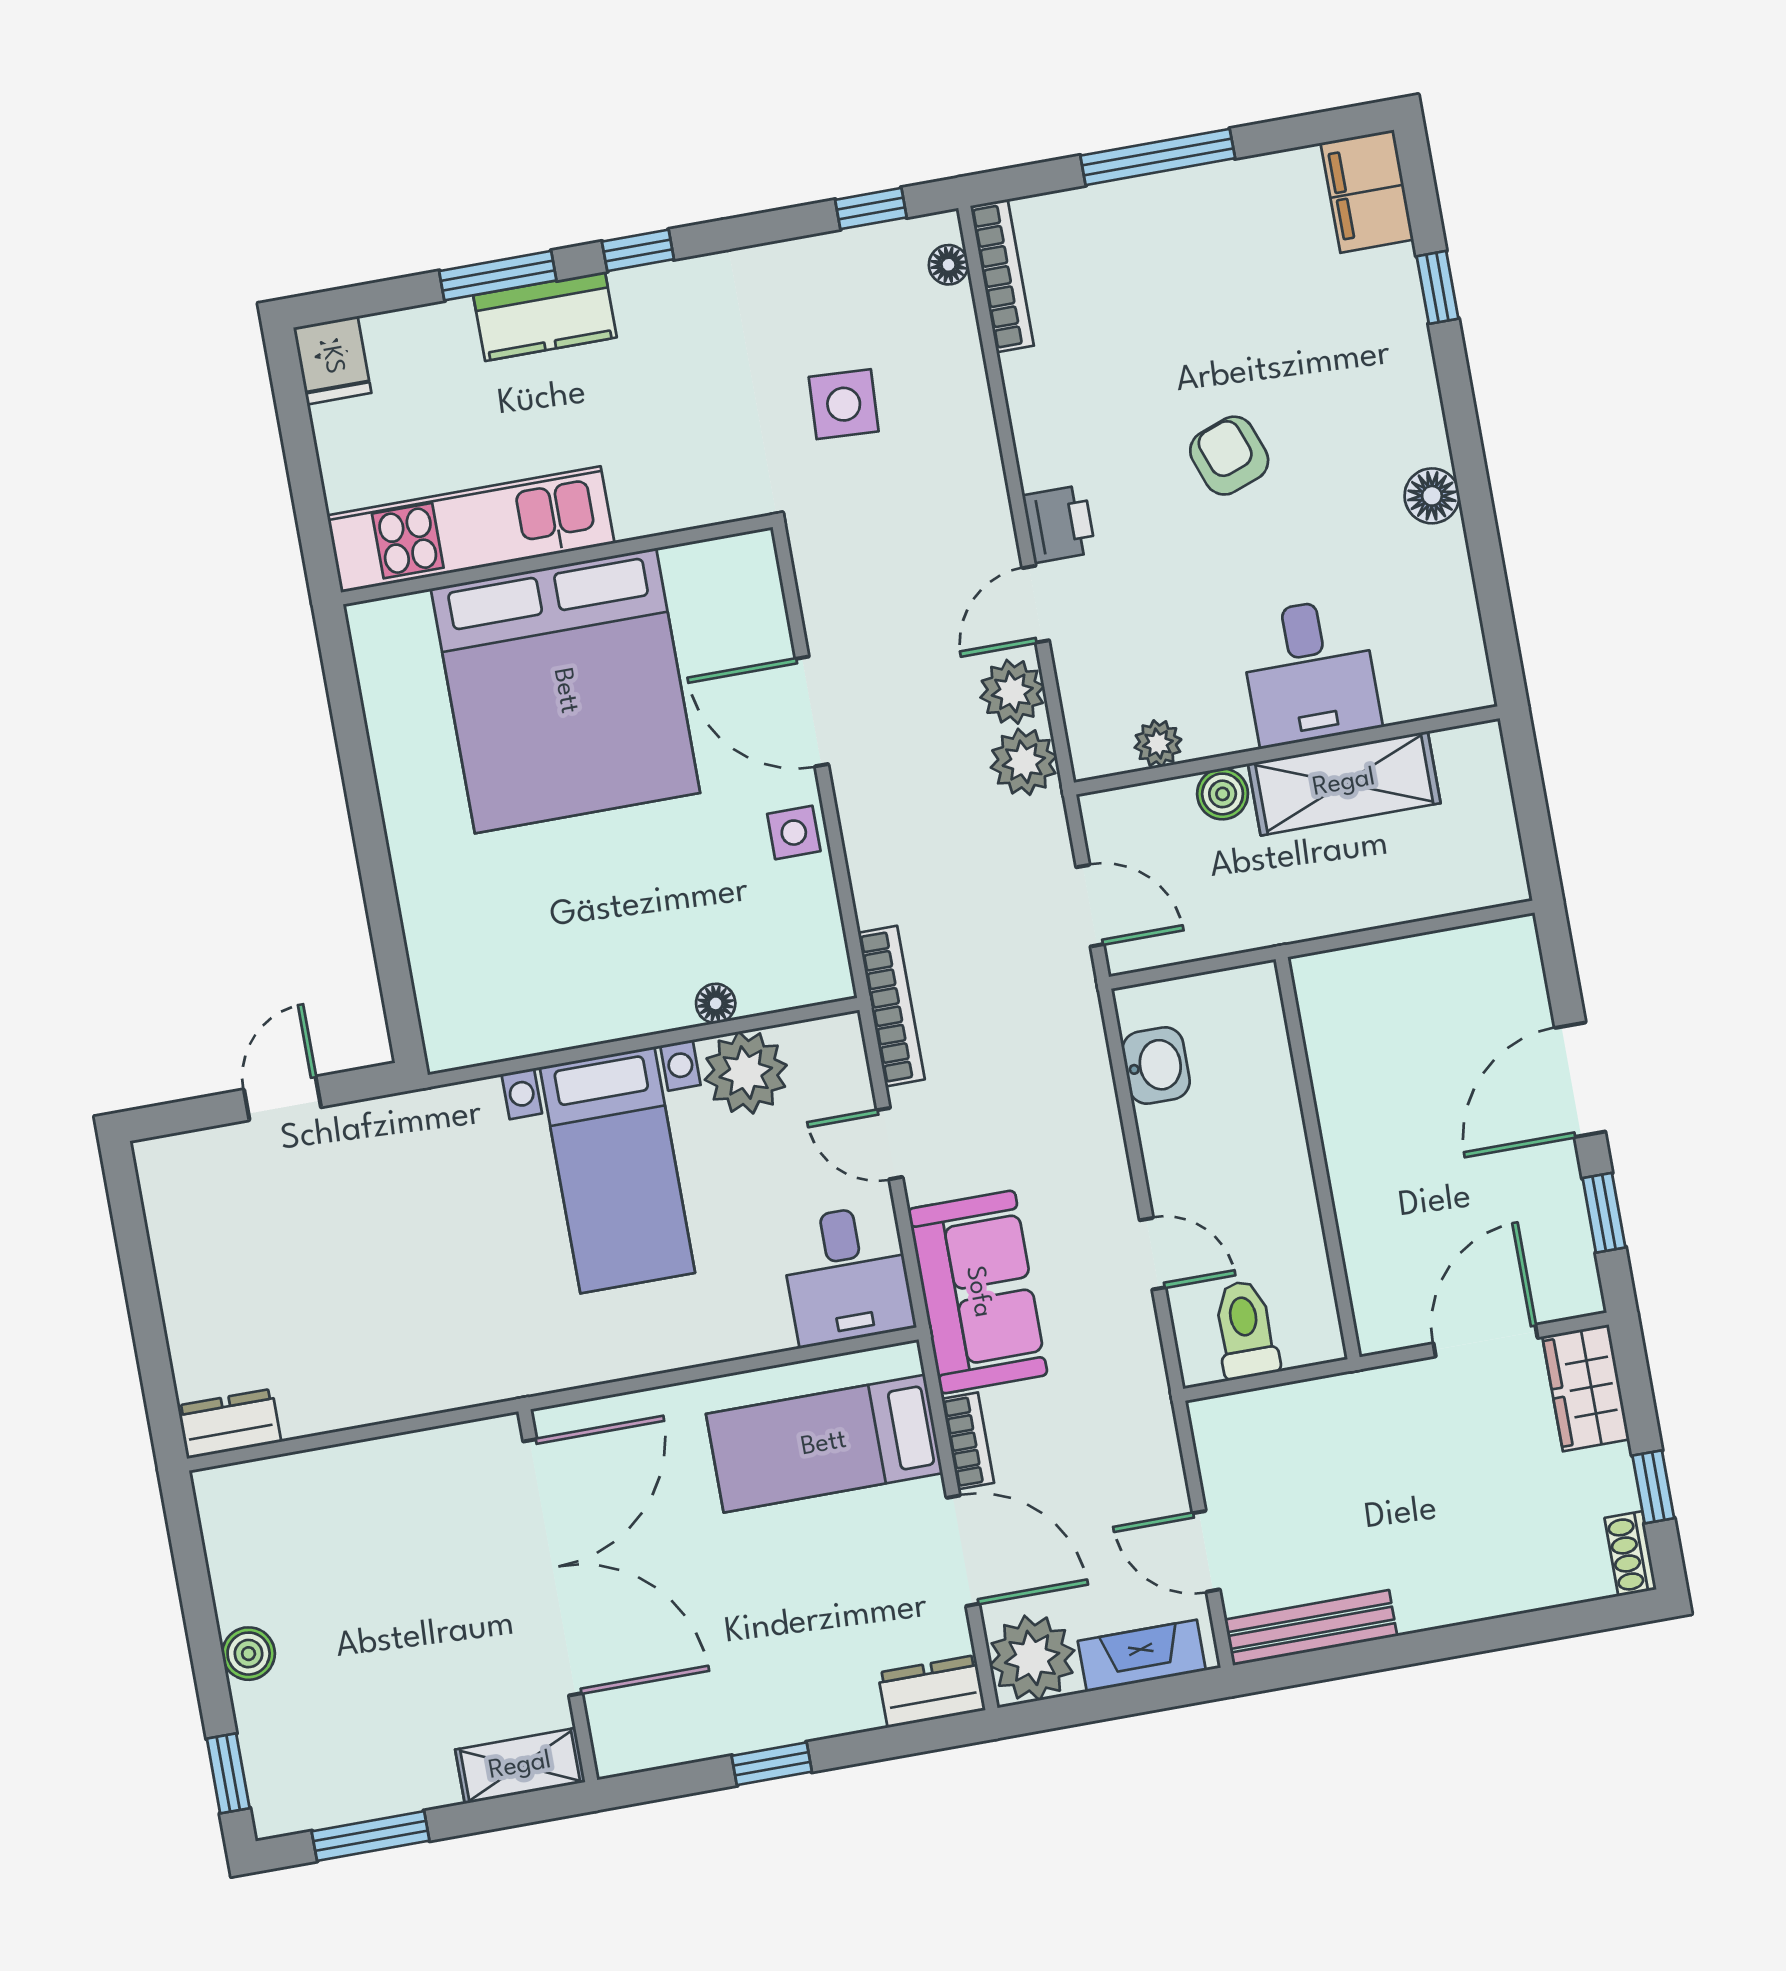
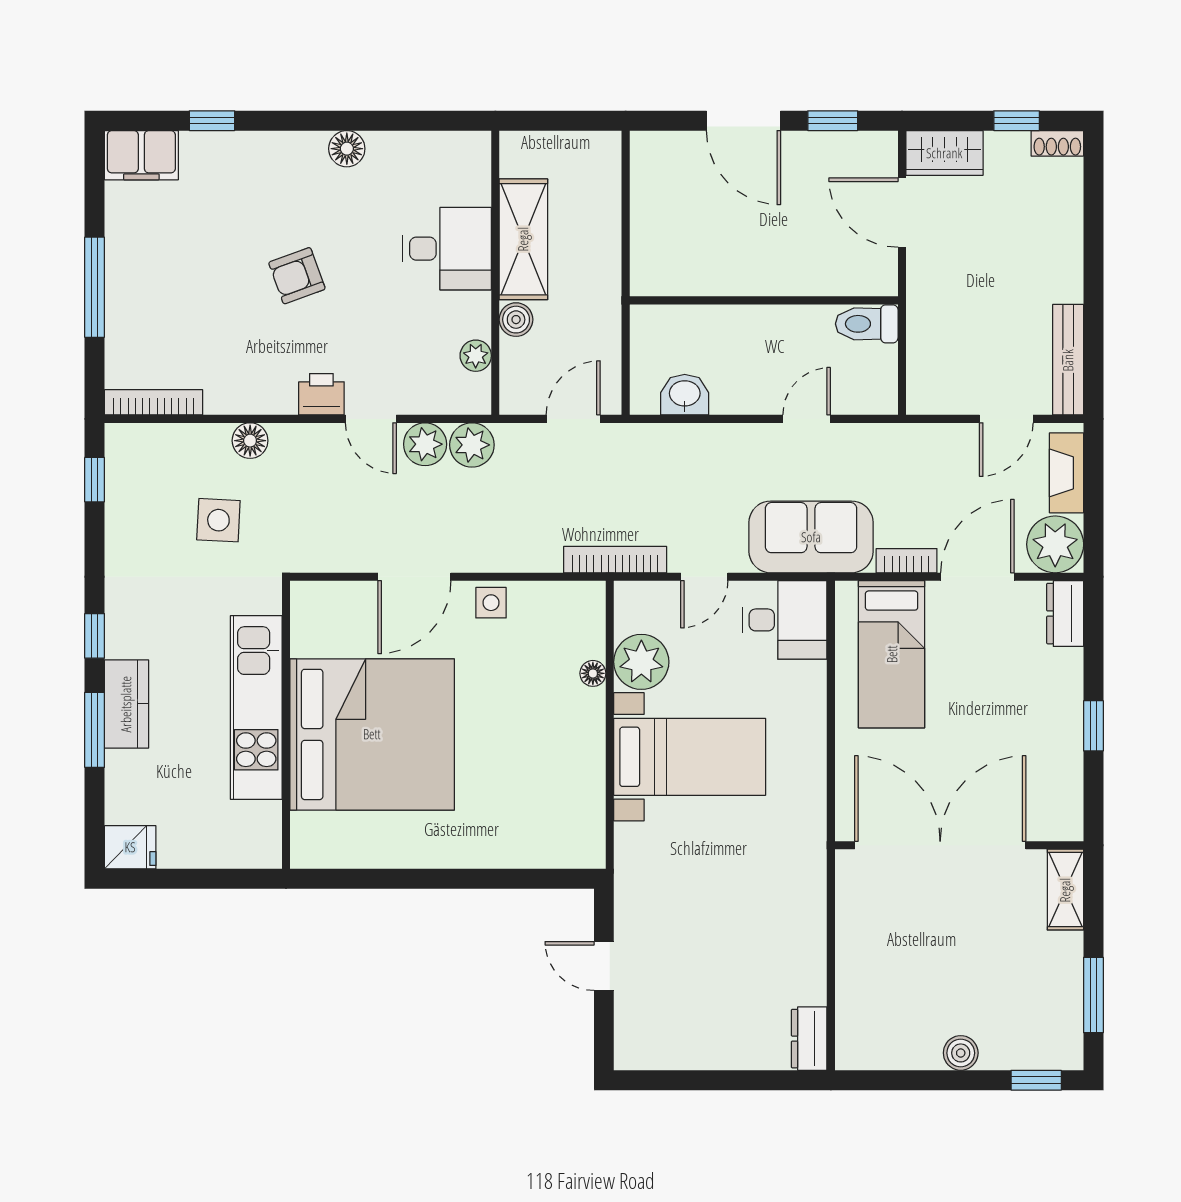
floor lamp: (949, 265) -> (250, 441), moved, width x1.37, depth x1.37
kitchen unit: (471, 529) -> (256, 707), moved
toilet: (1245, 1330) -> (867, 324), moved

